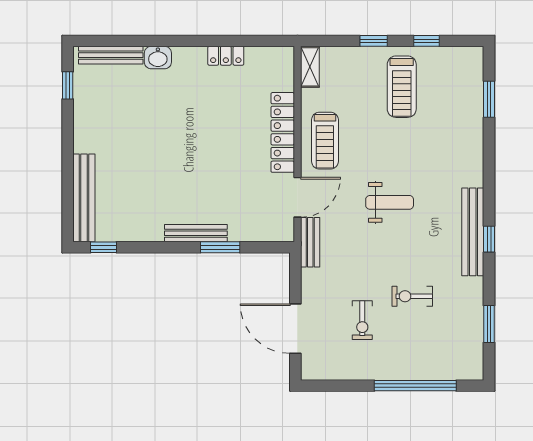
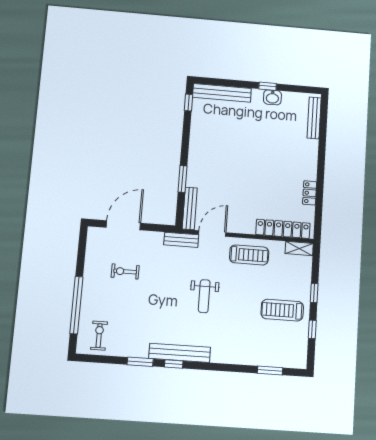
washbasin: (158, 58) -> (272, 97), moved, turned -90
window: (68, 85) -> (268, 86), moved
locker: (283, 132) -> (283, 229), moved
treadmill: (325, 141) -> (249, 255), turned 180
door: (297, 197) -> (212, 233), swing flipped
bench: (196, 233) -> (190, 208), moved
exercise bike: (412, 296) -> (99, 336), moved
window: (489, 324) -> (140, 362), moved

